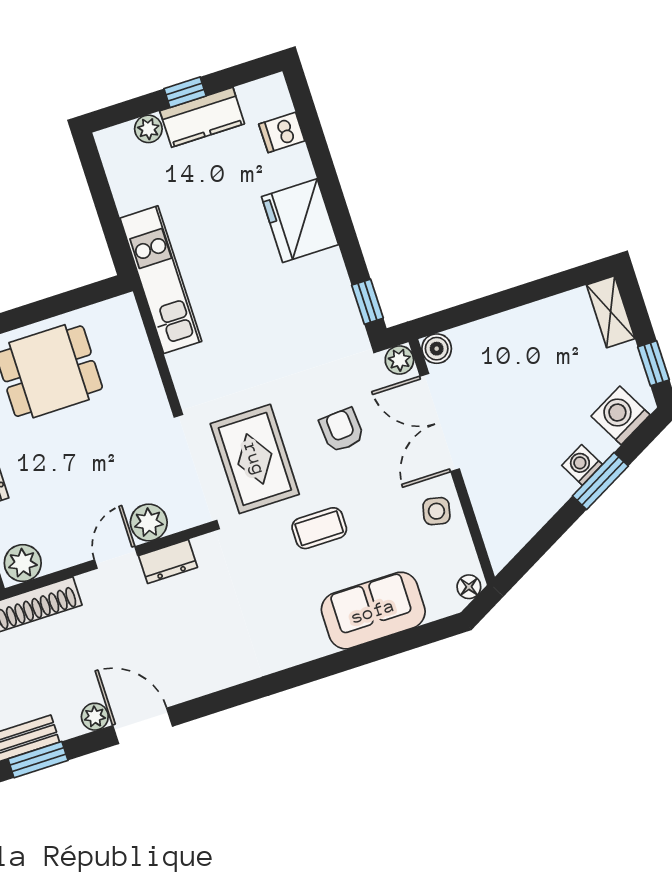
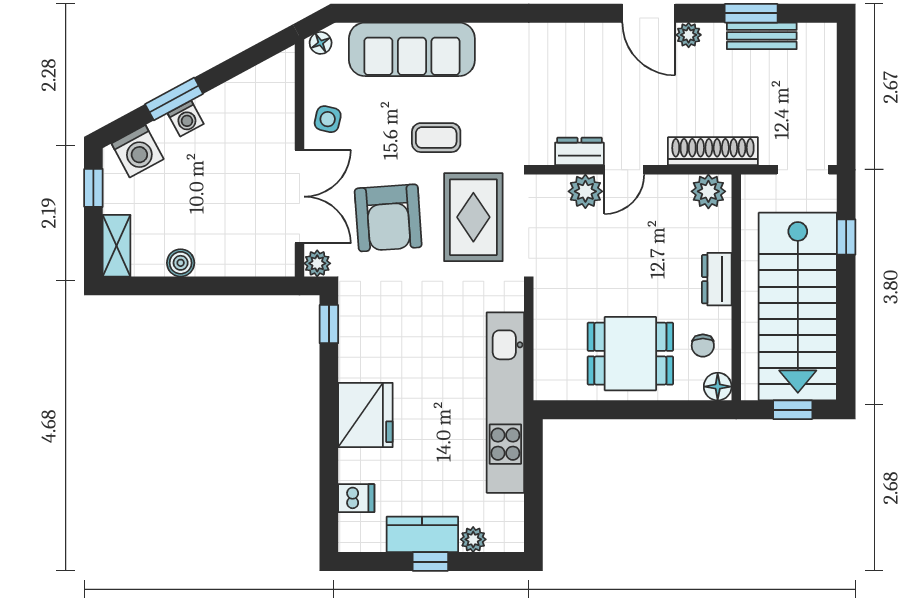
kitchen unit: (161, 280) -> (505, 403), width x1.36
boiler: (437, 349) -> (181, 263), moved
armchair: (342, 430) -> (388, 218), width x1.88, depth x1.88
sofa: (373, 611) -> (412, 49), width x1.36

